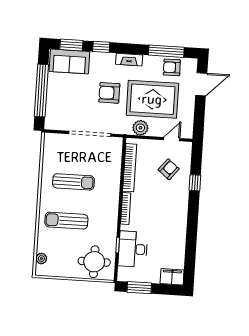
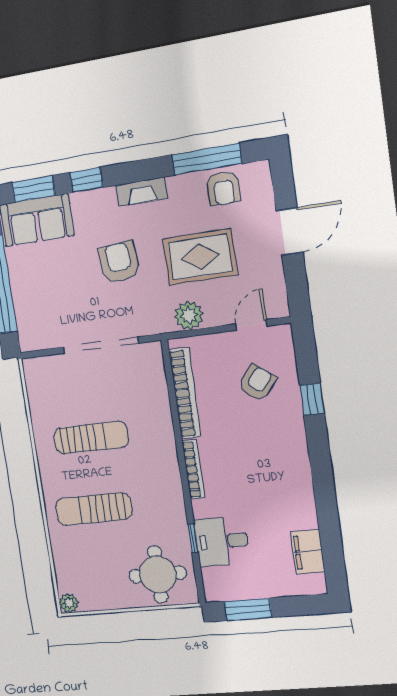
armchair: (172, 67) -> (224, 188), turned -89
door: (201, 84) -> (289, 231), moved
armchair: (109, 93) -> (119, 262), turned 85
rug: (152, 99) -> (200, 257), width x0.73, depth x0.69
desk: (133, 249) -> (222, 541), width x0.73
plant: (41, 259) -> (69, 603), moved
filing cabinet: (172, 277) -> (308, 552), moved, turned -90

